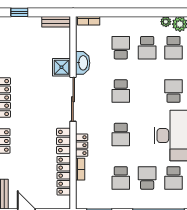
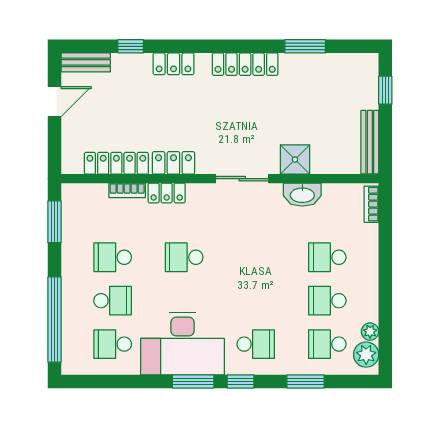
bench: (56, 22) -> (370, 142), width x1.36
school desk: (121, 48) -> (327, 257), turned 180
school desk: (121, 91) -> (256, 257), removed
sliding door: (73, 99) -> (242, 179), width x0.73

